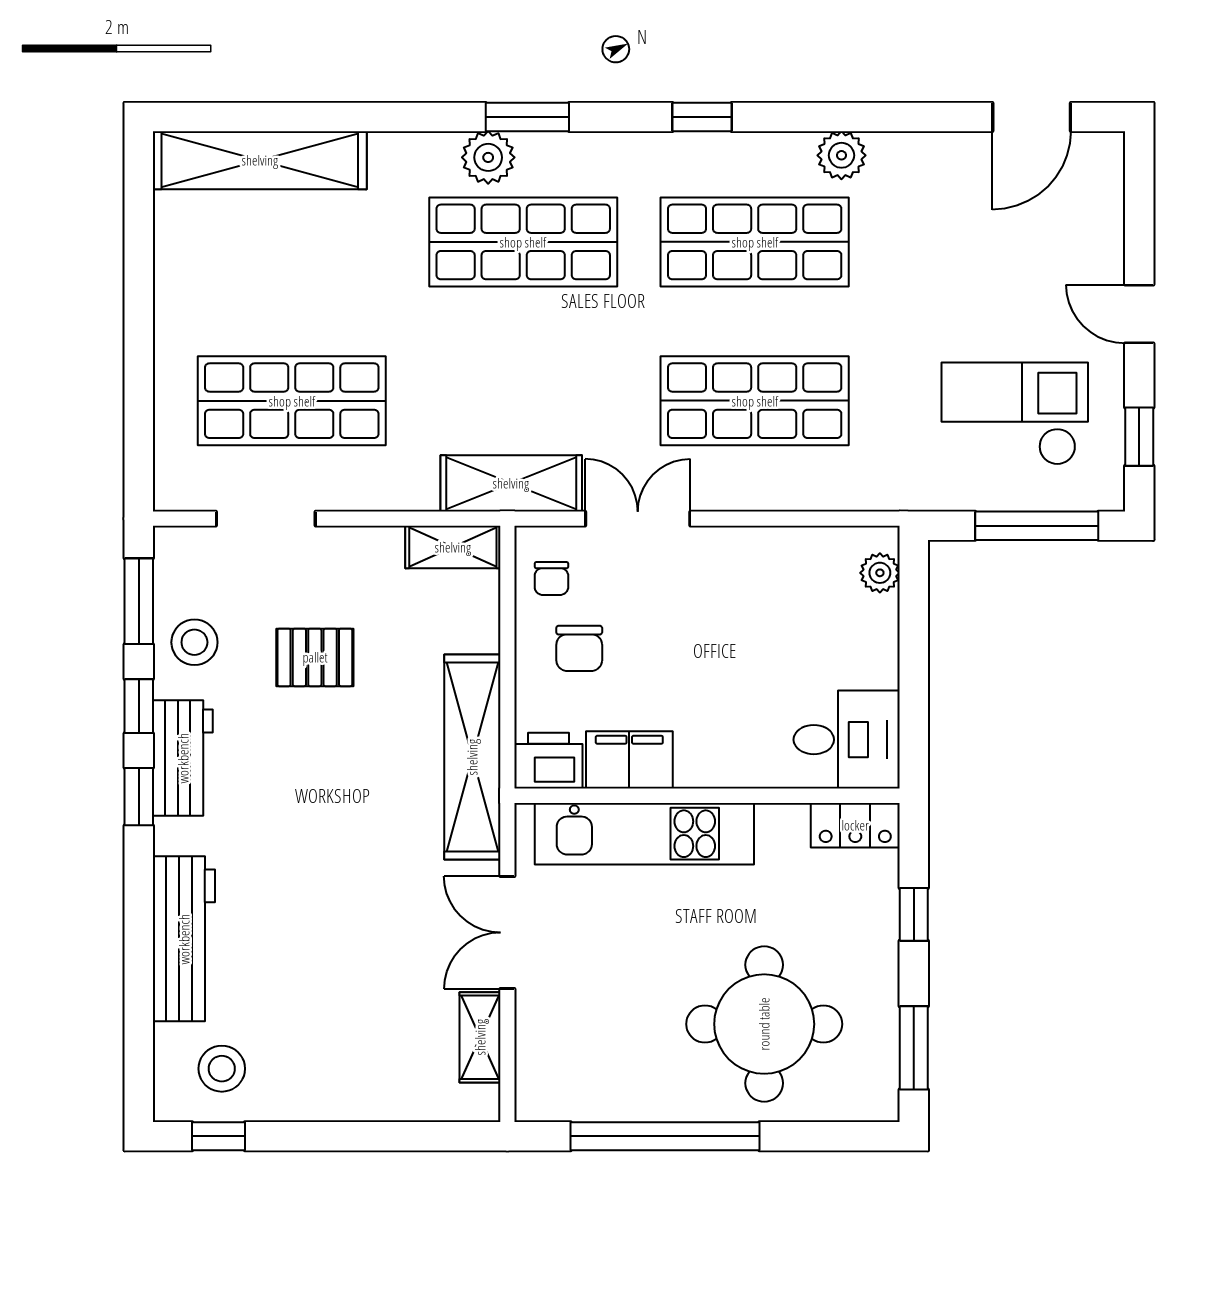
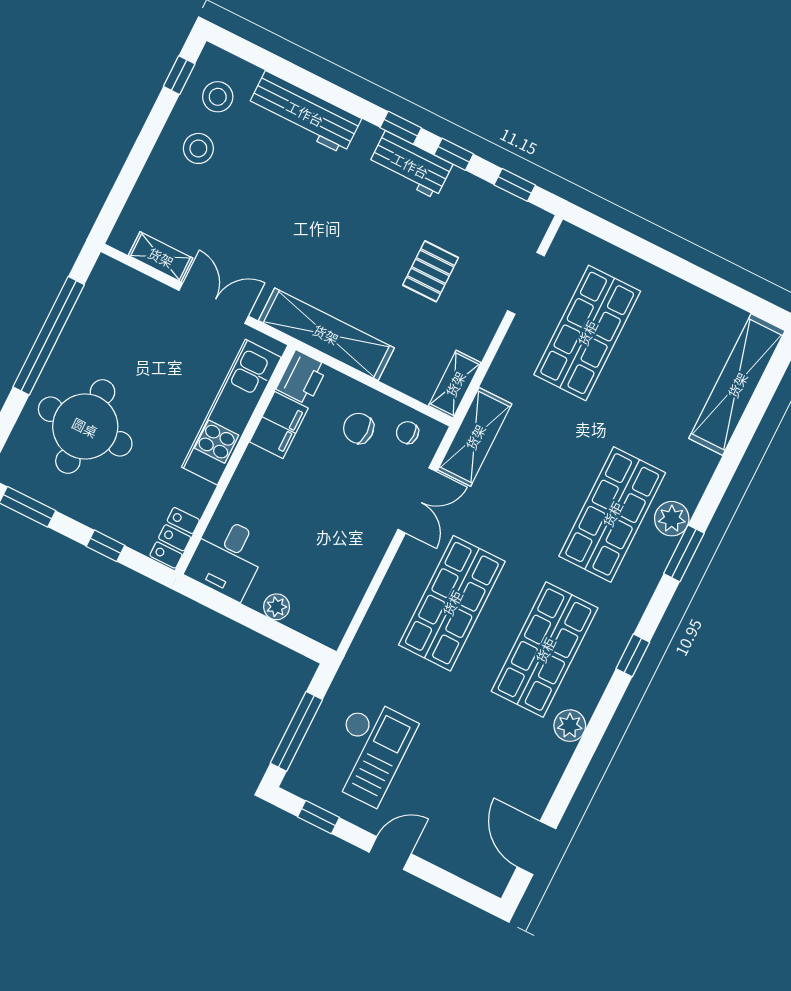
plant: (880, 573) -> (277, 607), moved
window: (139, 601) -> (515, 185), width x0.67
stool: (194, 642) -> (198, 148), moved

